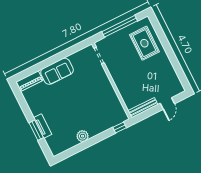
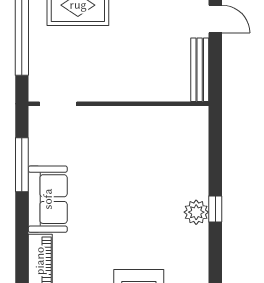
window: (66, 53) -> (22, 165), added
window: (120, 127) -> (215, 209), moved

